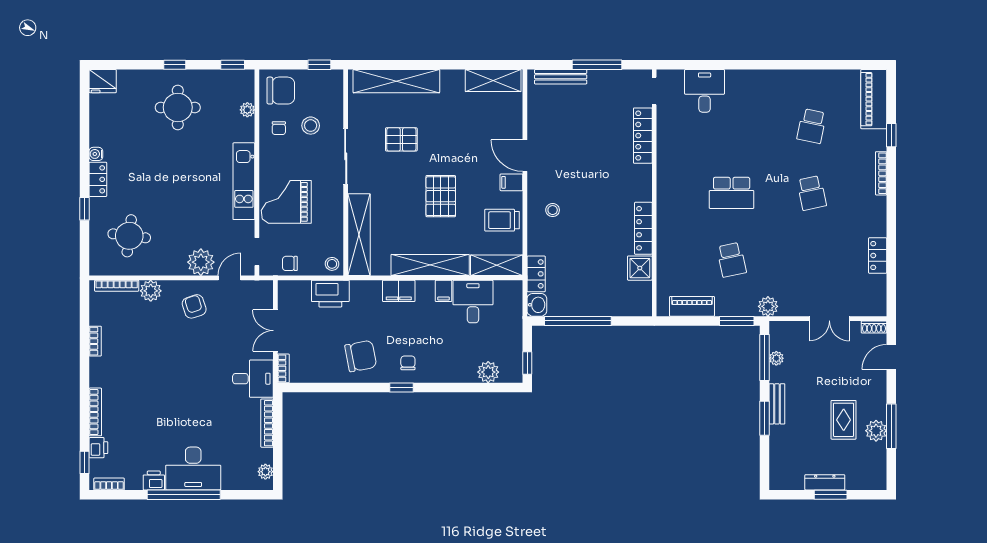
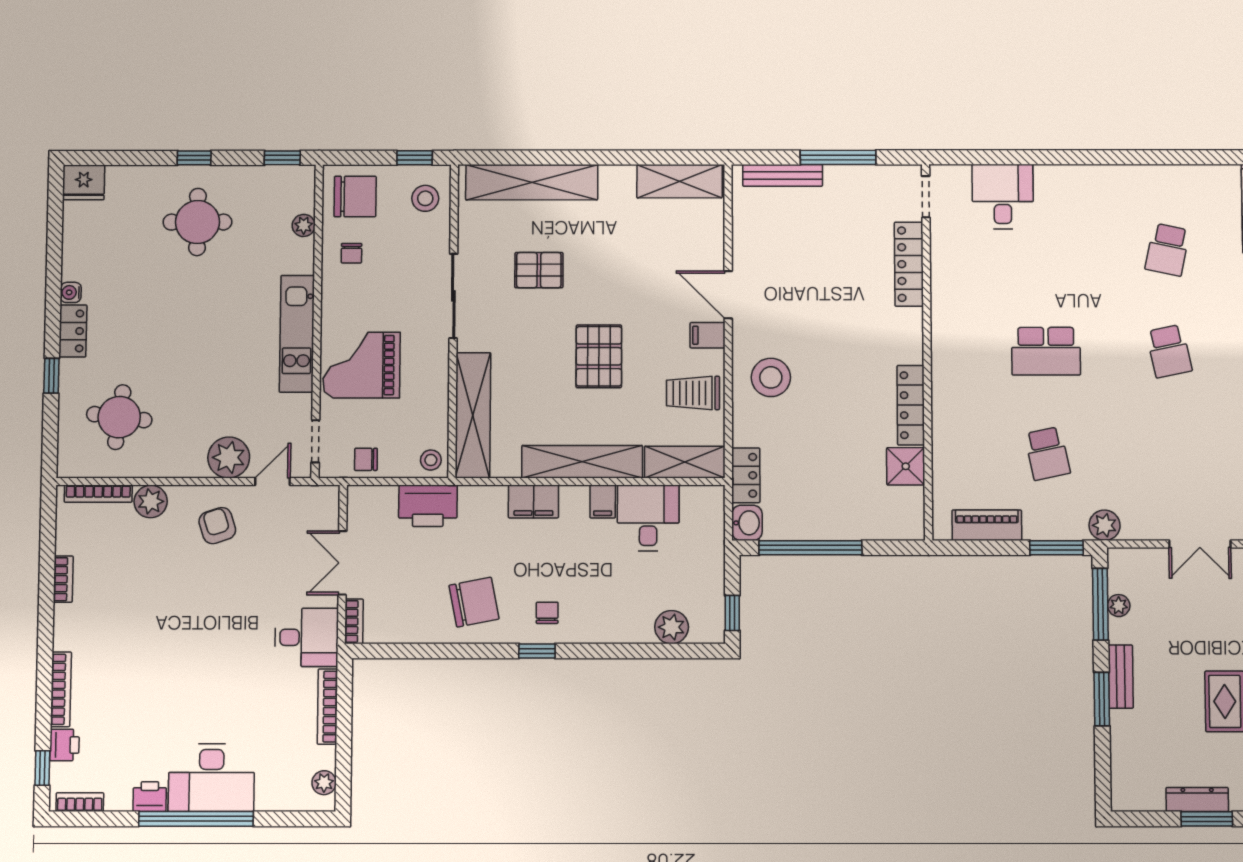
stool: (311, 126) -> (425, 198), moved
stool: (553, 210) -> (771, 377), width x1.89, depth x1.89

